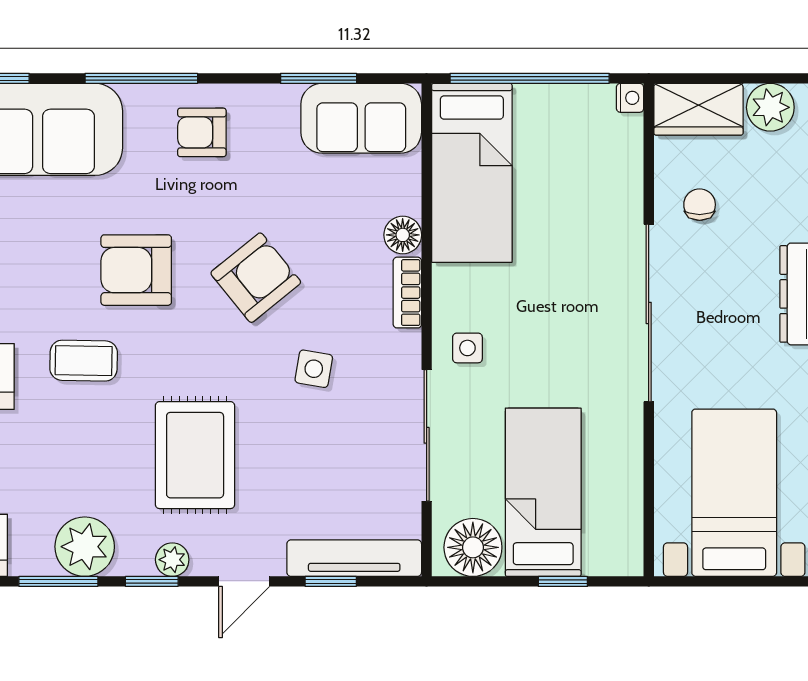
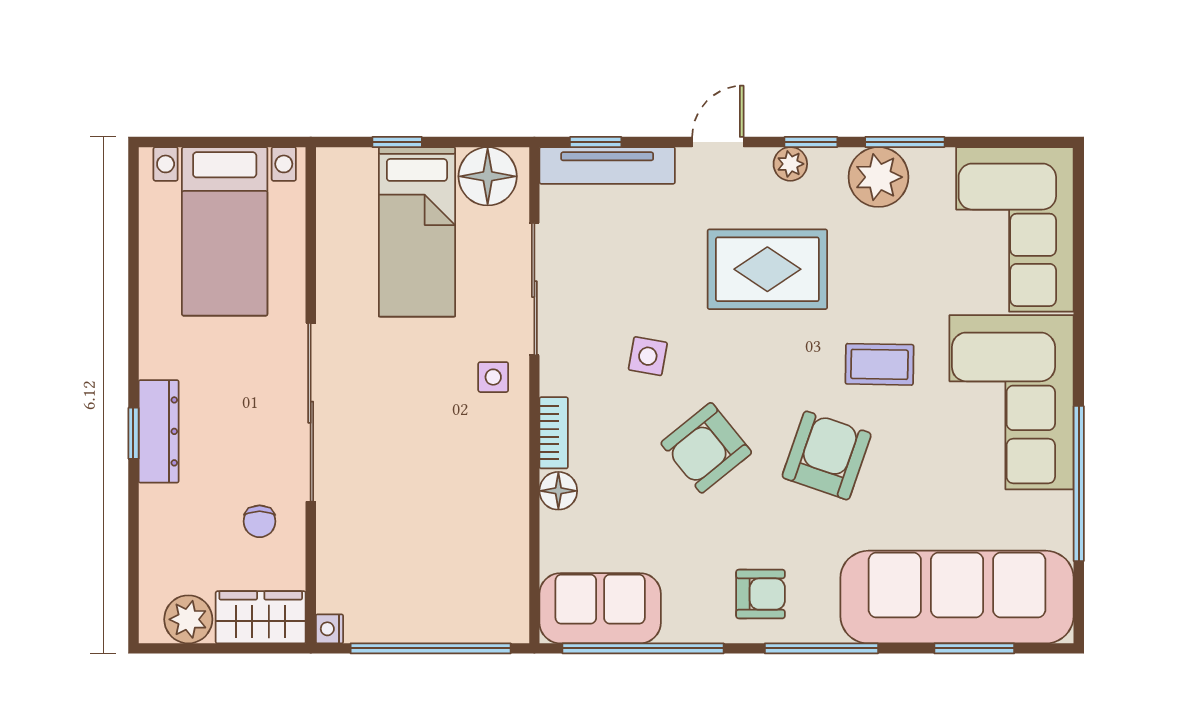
window: (319, 78) -> (643, 648), width x2.11
bed: (472, 173) -> (489, 553), removed
armchair: (136, 270) -> (827, 455), turned -71
rug: (195, 455) -> (767, 269), turned 90
window: (331, 581) -> (596, 142), moved

